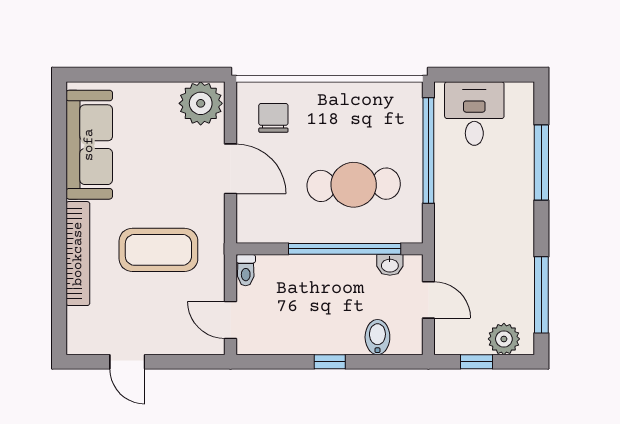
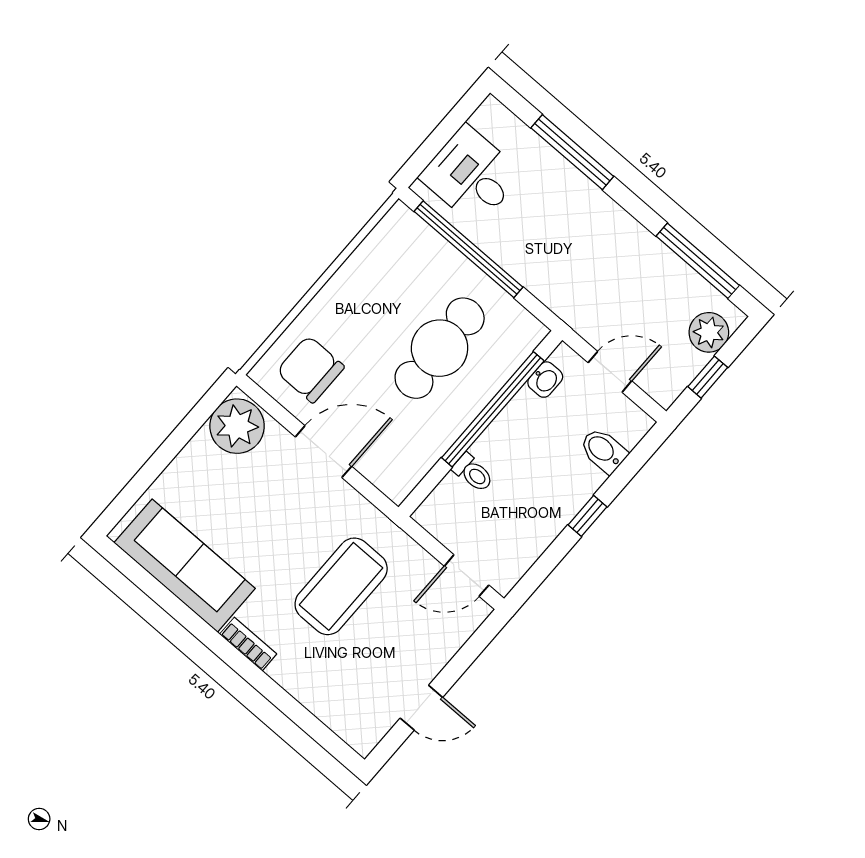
chair: (273, 118) -> (310, 369), width x1.37, depth x1.37
bookcase: (78, 254) -> (248, 644), width x0.43, depth x0.76
toilet: (246, 270) -> (473, 473), moved

